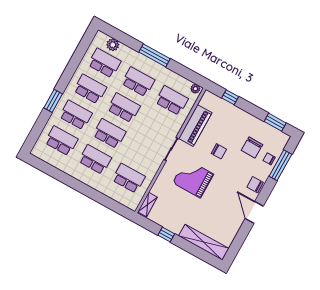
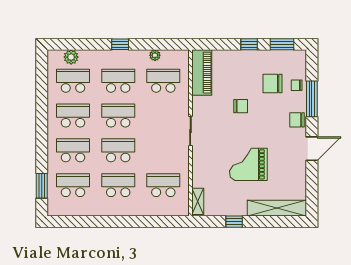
window: (155, 55) -> (120, 44), width x0.46
plant: (195, 89) -> (155, 55), moved
window: (230, 97) -> (249, 44), moved
window: (53, 101) -> (42, 186), moved
piano: (195, 126) -> (202, 73), moved
chair: (252, 148) -> (273, 83), turned 89
window: (280, 165) -> (312, 99), moved
grand piano: (193, 178) -> (248, 164), moved
door: (254, 212) -> (312, 149), swing flipped

